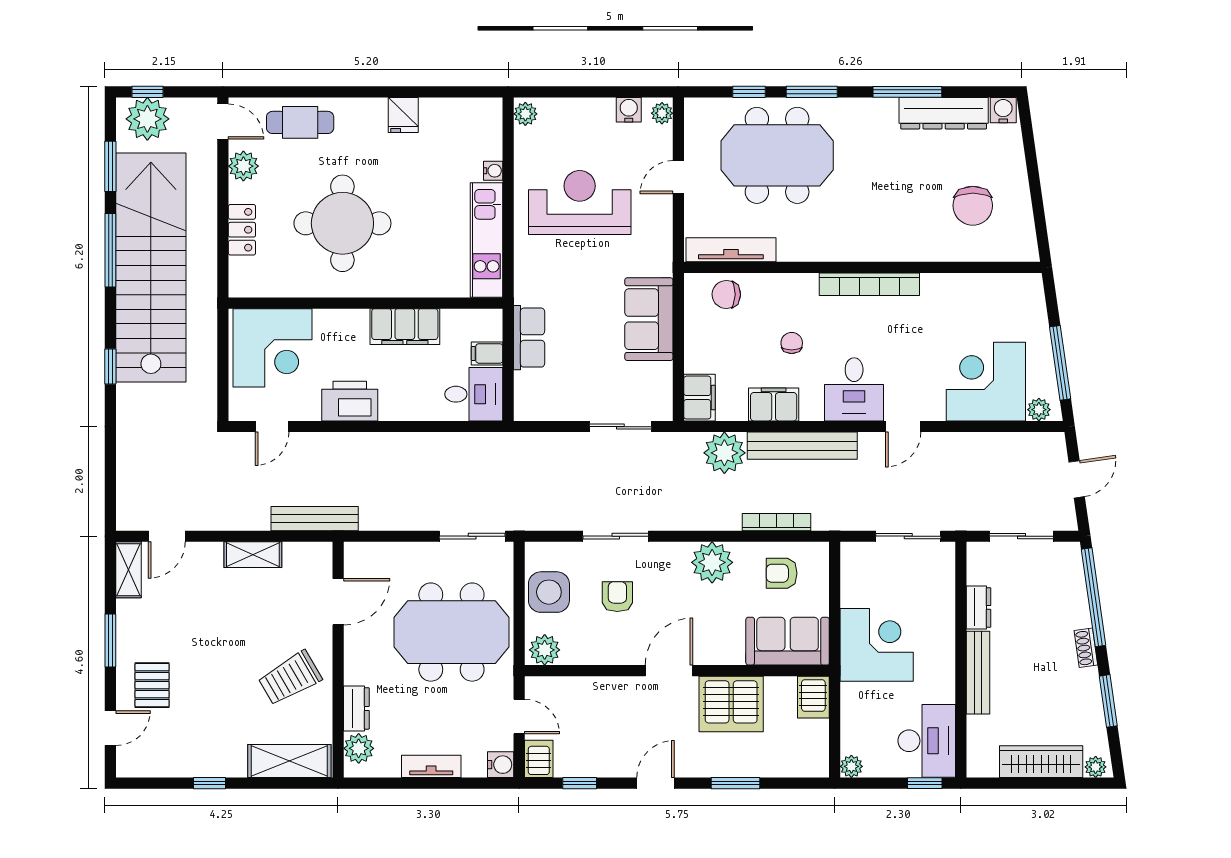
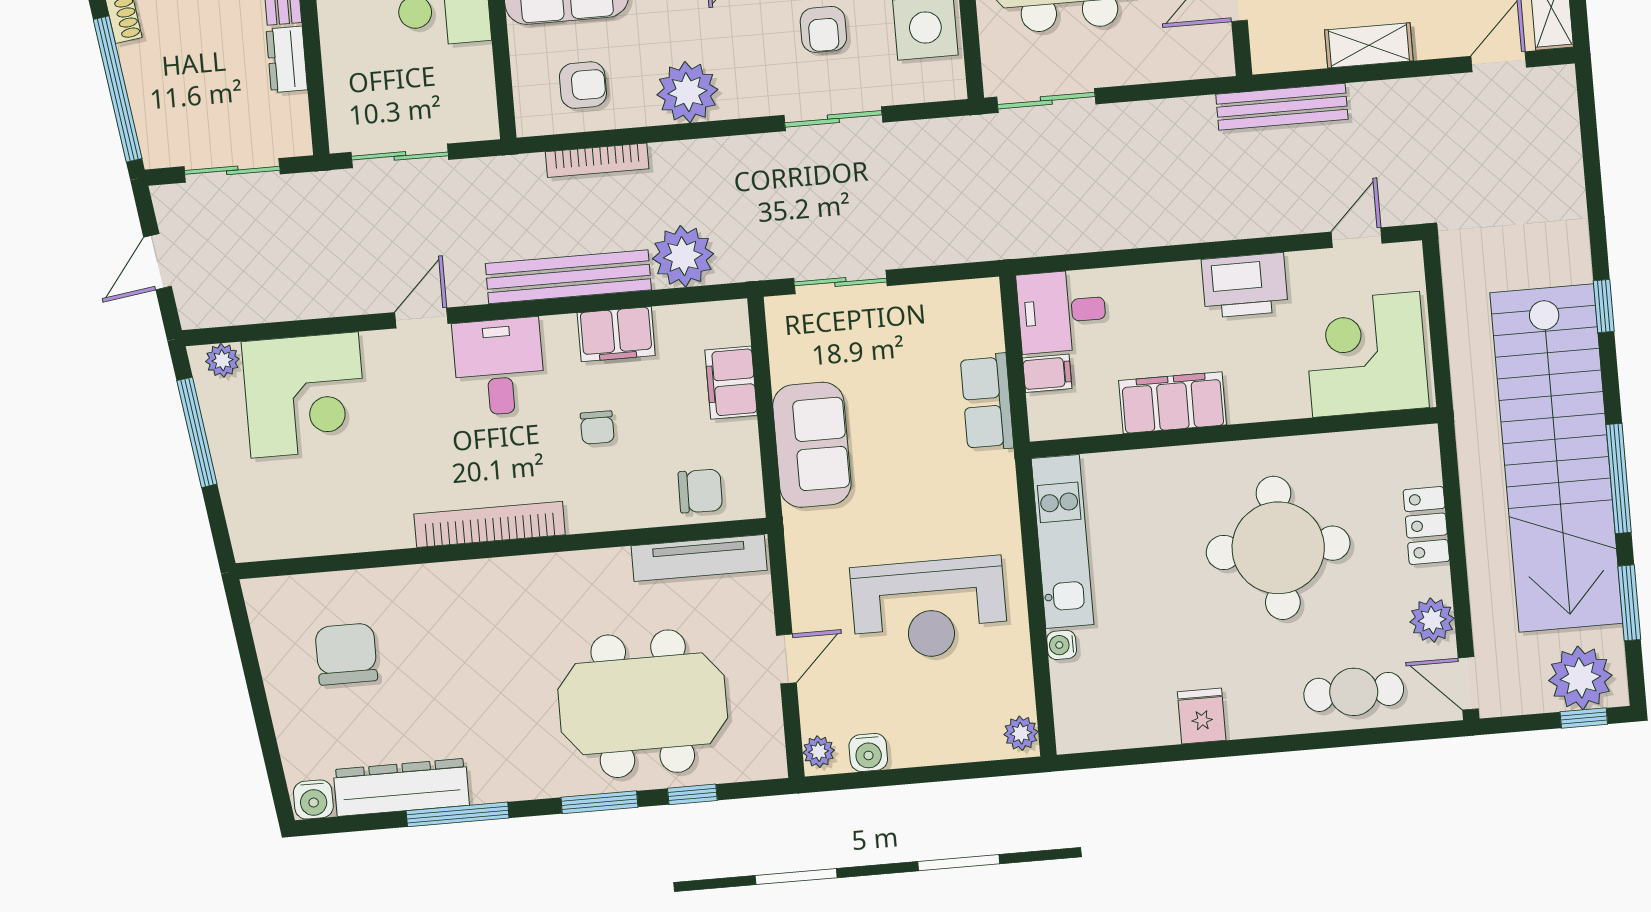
filing cabinet: (699, 398) -> (731, 383), moved

